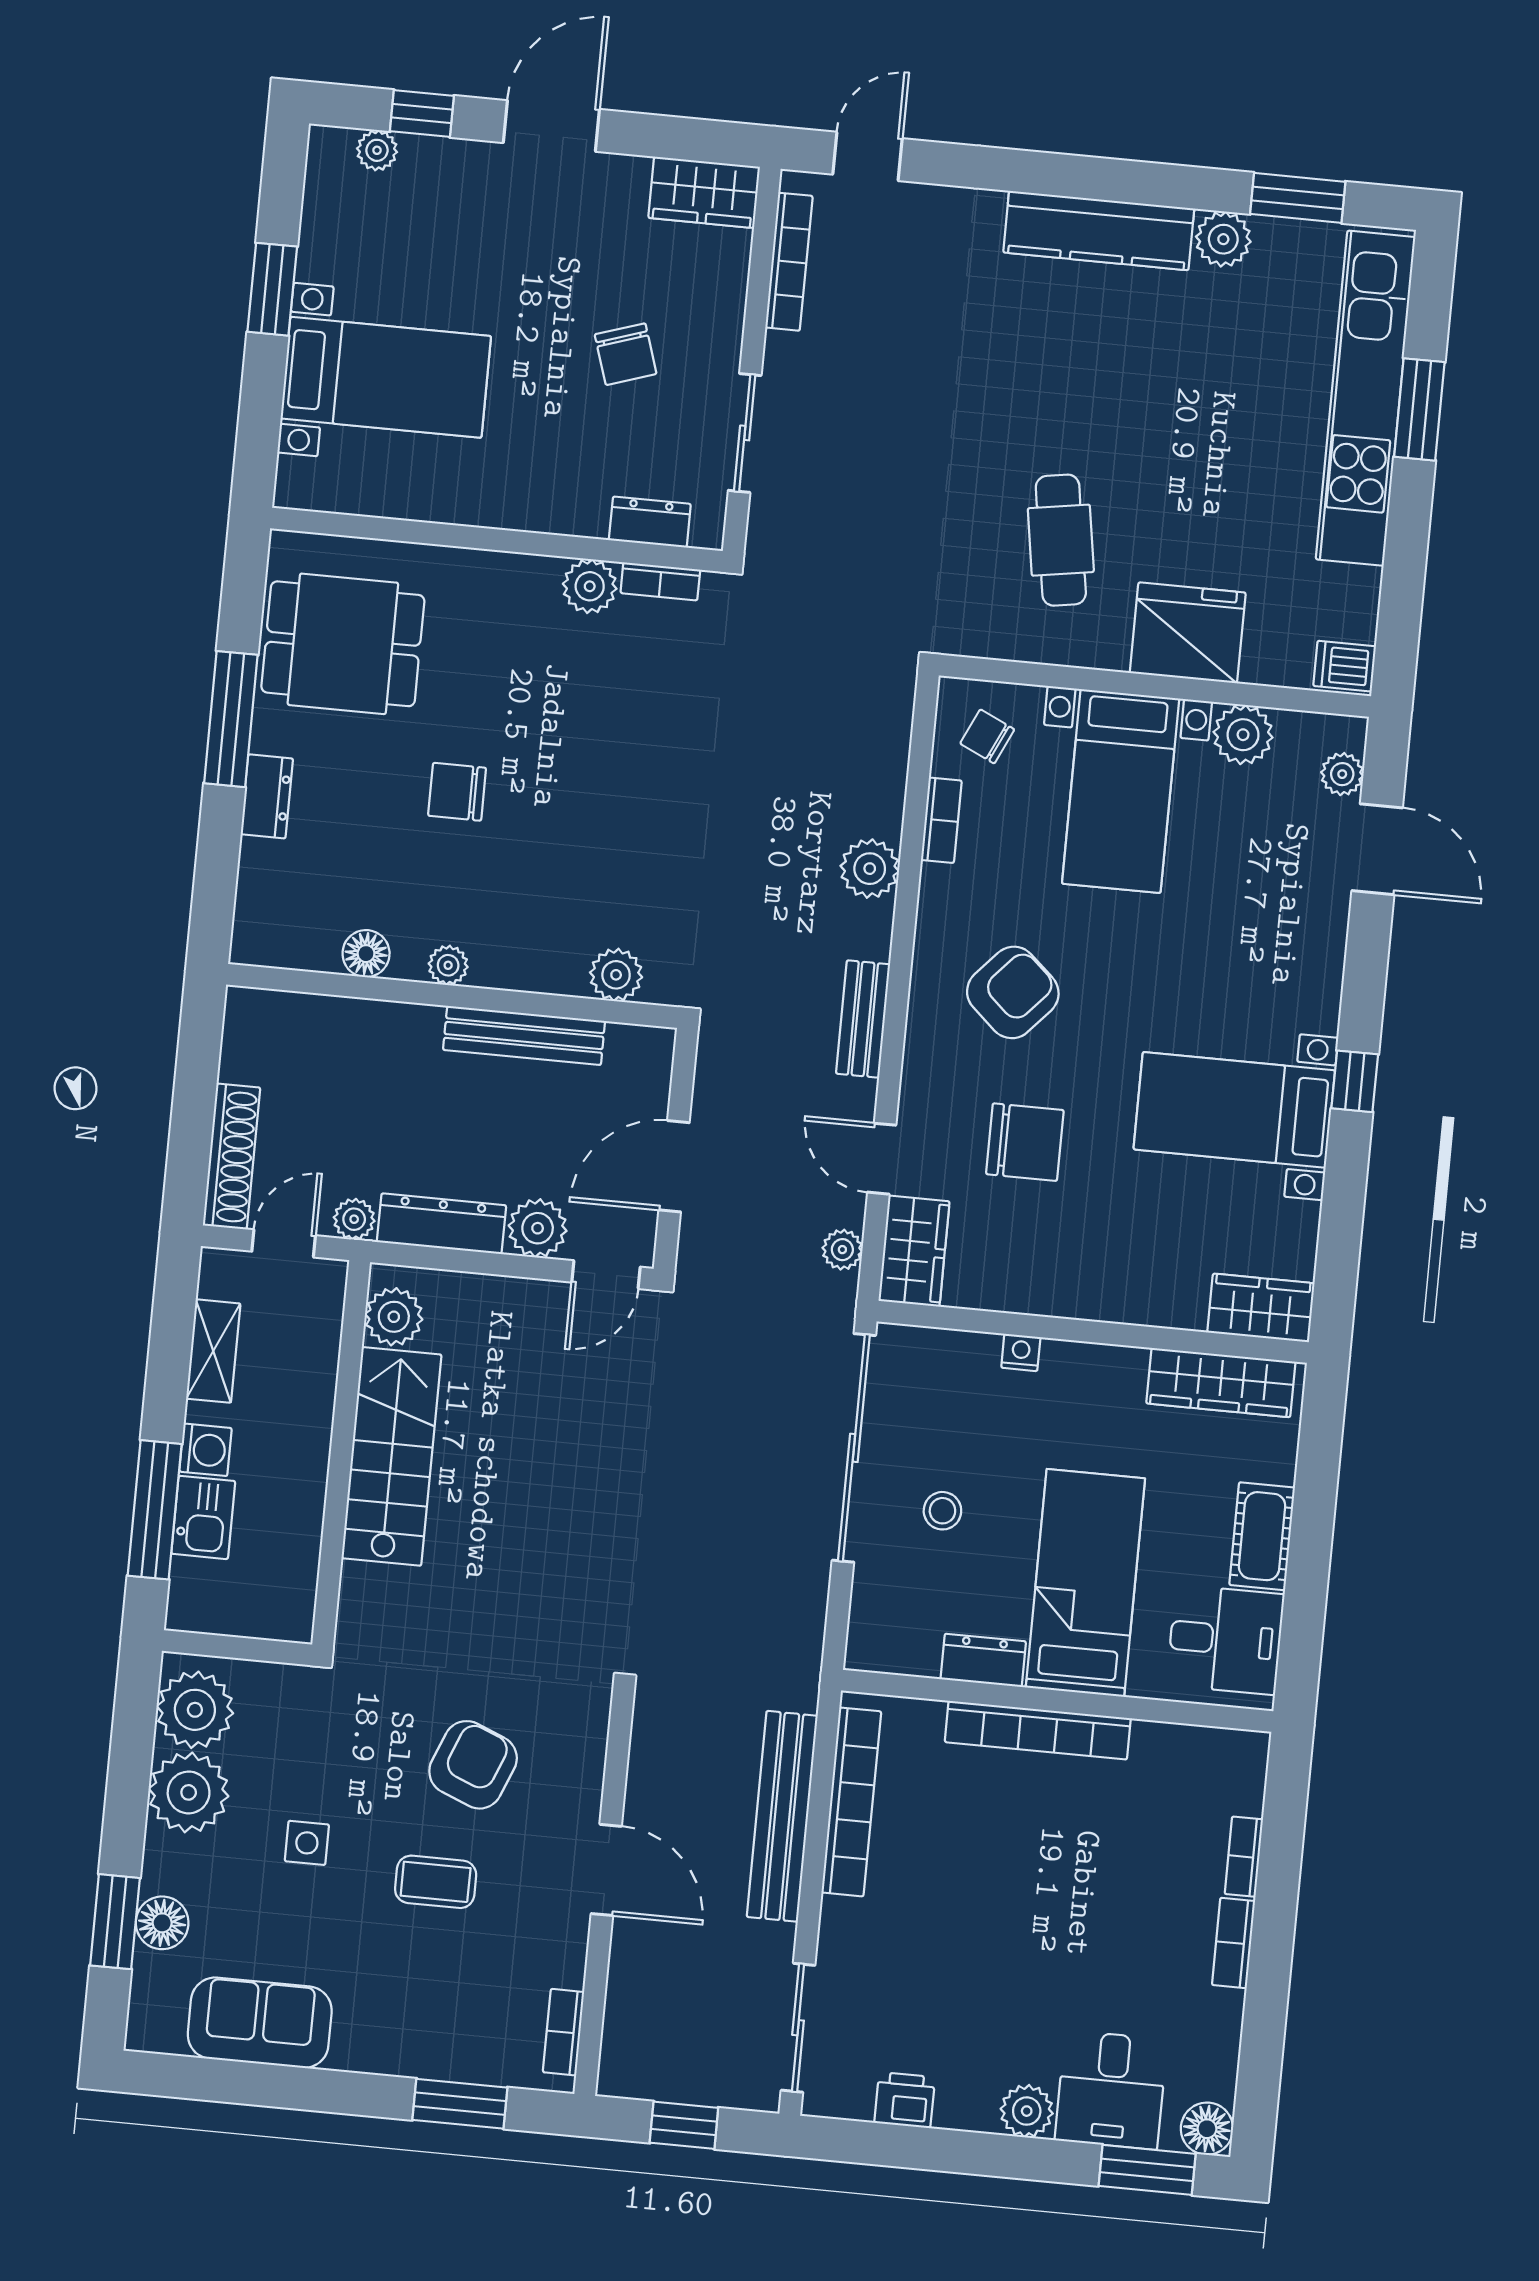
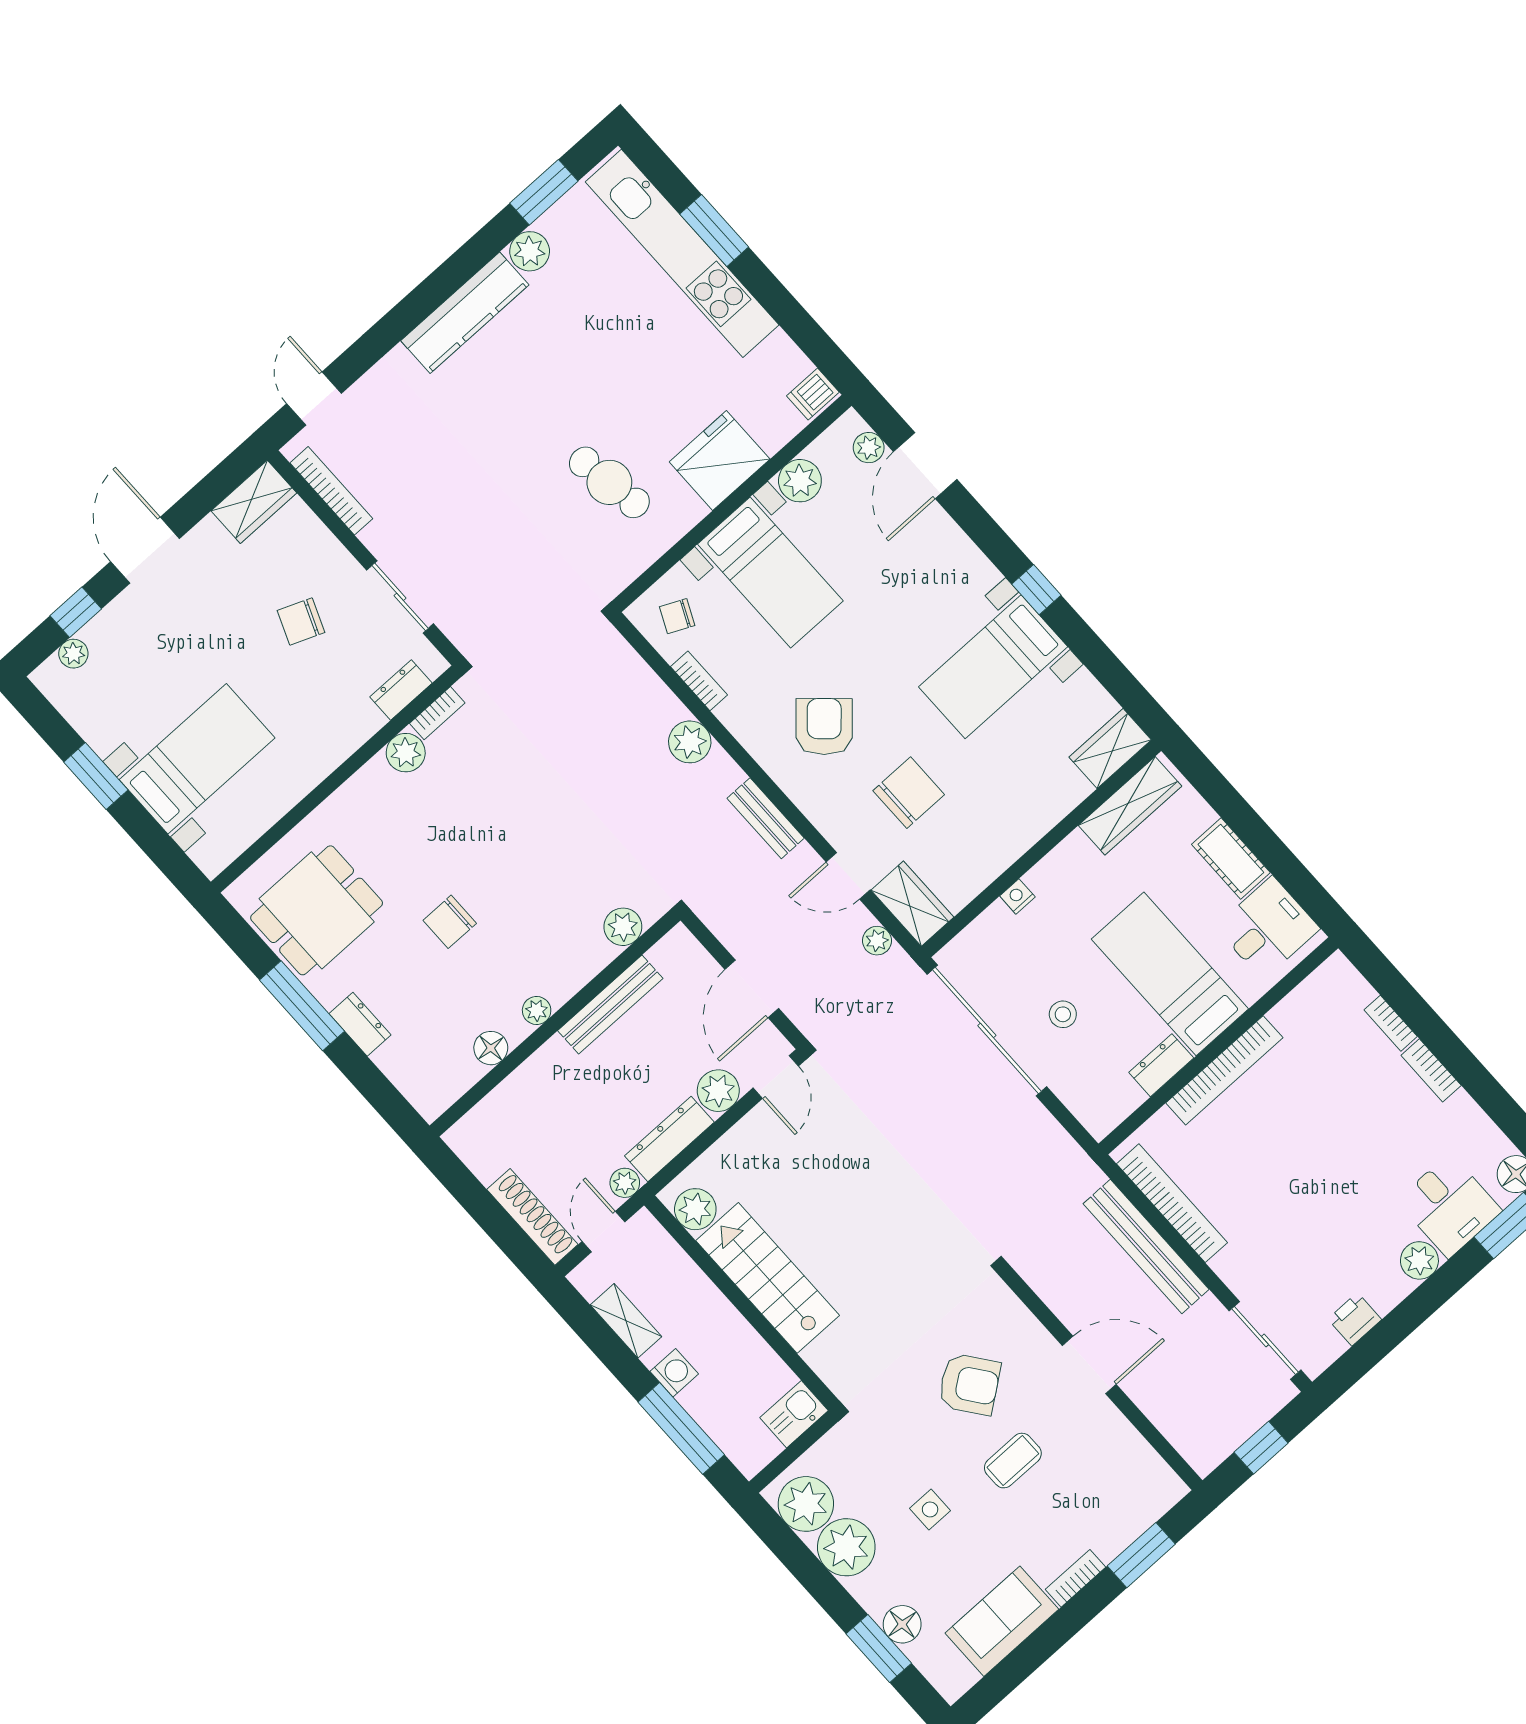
chair: (626, 354) -> (301, 621), turned 130
door: (1377, 849) -> (925, 466), swing flipped
kitchen sink: (203, 1517) -> (794, 1414), moved, turned -90
armchair: (473, 1765) -> (969, 1384), turned 121
bookcase: (563, 2032) -> (1075, 1578), moved, turned 90

